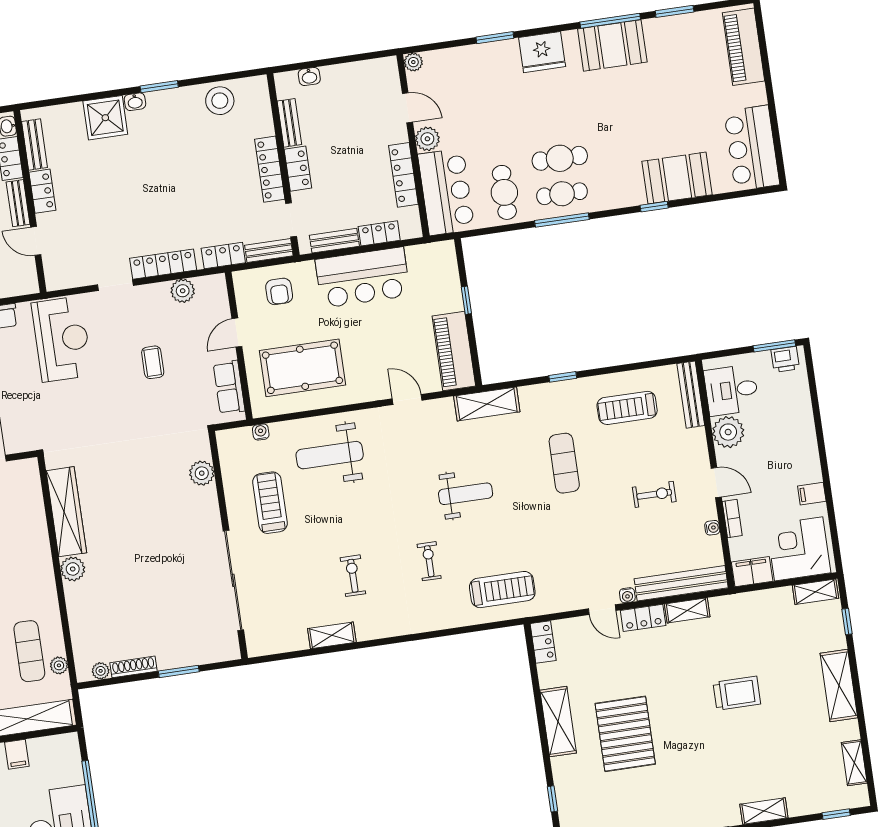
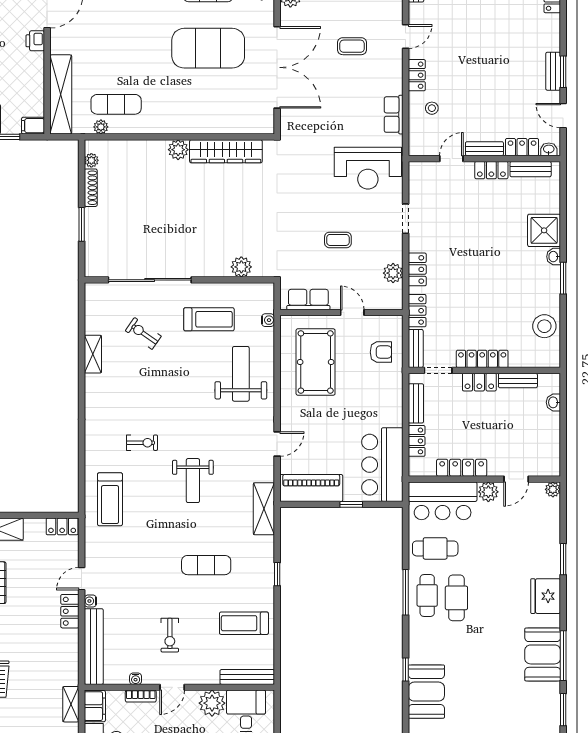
locker: (163, 264) -> (417, 269), width x0.66
bar counter: (363, 277) -> (382, 465), moved
armchair: (279, 291) -> (381, 352), turned 180
treadmill: (627, 408) -> (244, 623), turned -90
exercise bike: (353, 576) -> (143, 333), moved, turned -145
shelving: (687, 610) -> (71, 704), moved
filing cabinet: (17, 754) -> (33, 126), moved

